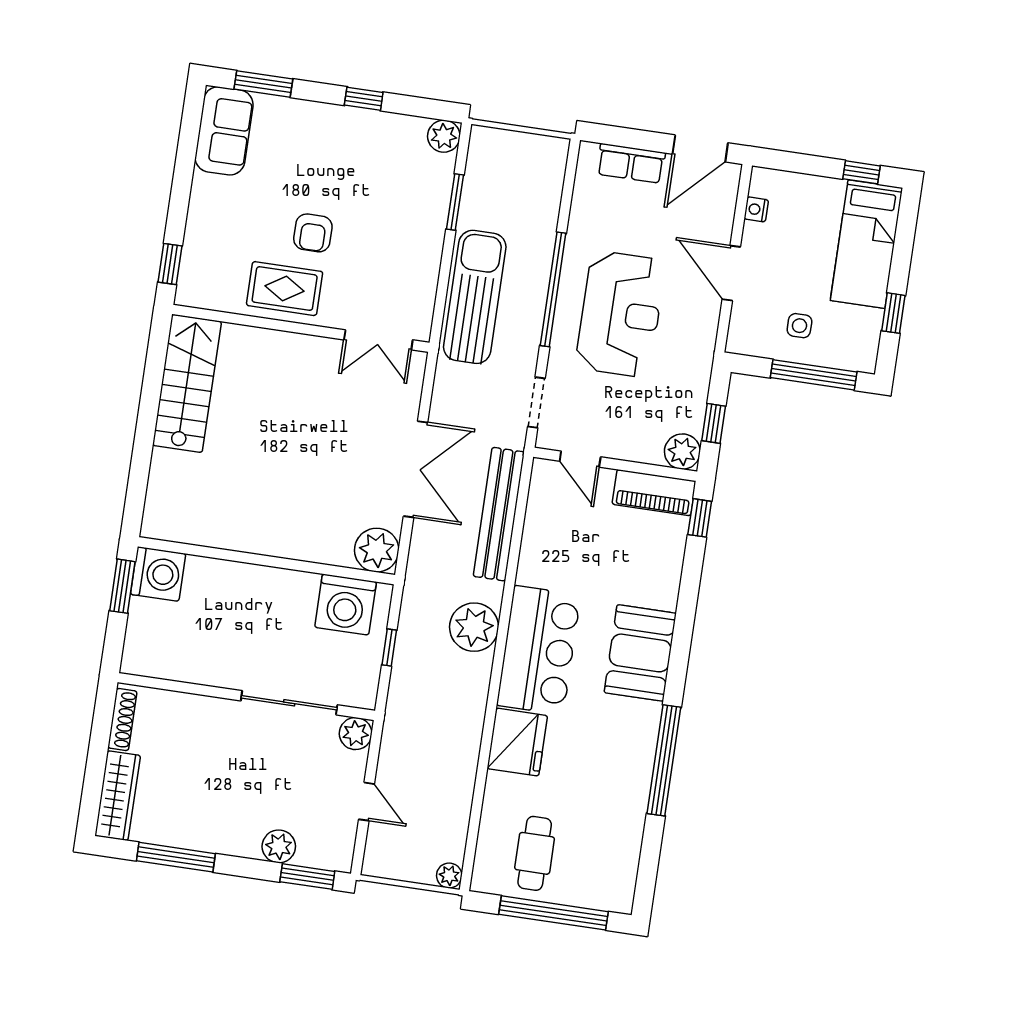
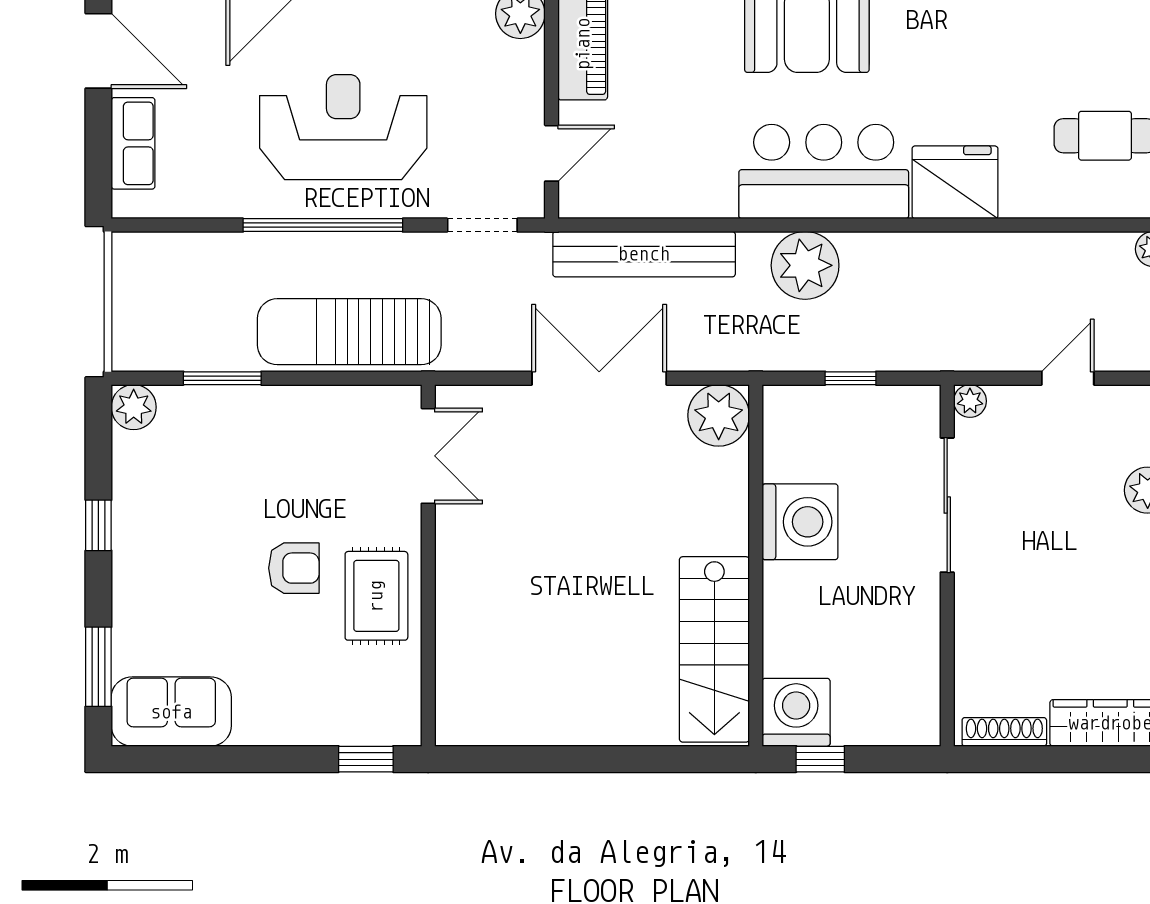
stairs: (187, 383) -> (714, 649), moved, turned -90
window: (122, 586) -> (820, 759), width x0.67
washing machine: (346, 604) -> (800, 522), moved
plant: (356, 734) -> (970, 401), width x0.73, depth x0.73

